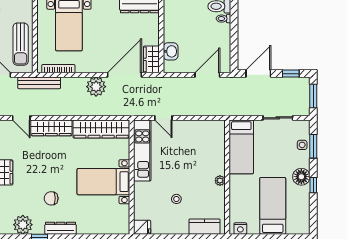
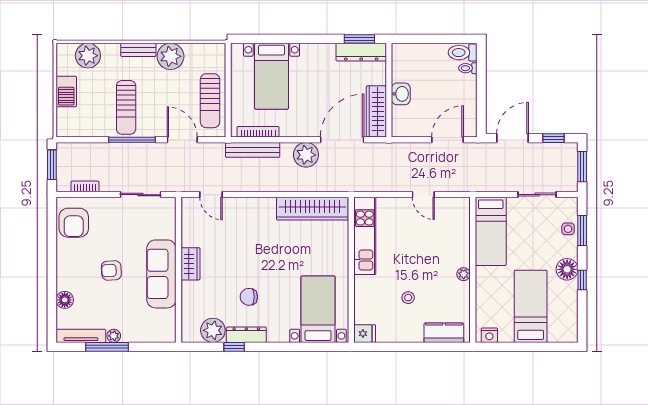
washbasin: (171, 51) -> (401, 94), moved
wardrobe: (151, 59) -> (376, 111), width x1.50
bench: (39, 83) -> (253, 150), moved
door: (163, 118) -> (423, 195), moved
wardrobe: (51, 128) -> (249, 207), removed
bed with nightstands: (103, 182) -> (318, 309), moved, turned 90
dresser: (61, 228) -> (246, 335), moved

